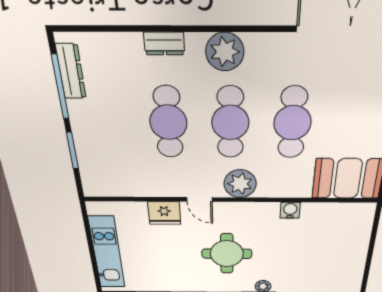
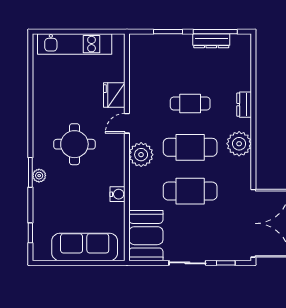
dresser: (71, 72) -> (211, 41), moved
cafe table: (168, 122) -> (190, 104), width x0.73, depth x0.74
sofa: (352, 245) -> (85, 247), added

